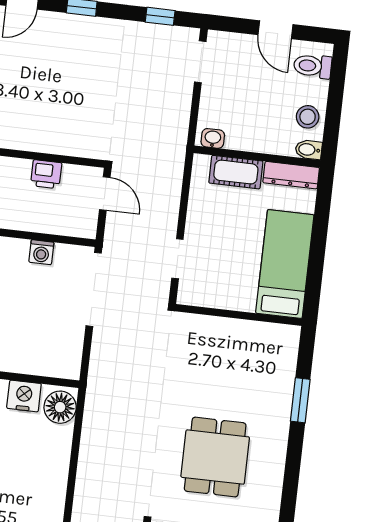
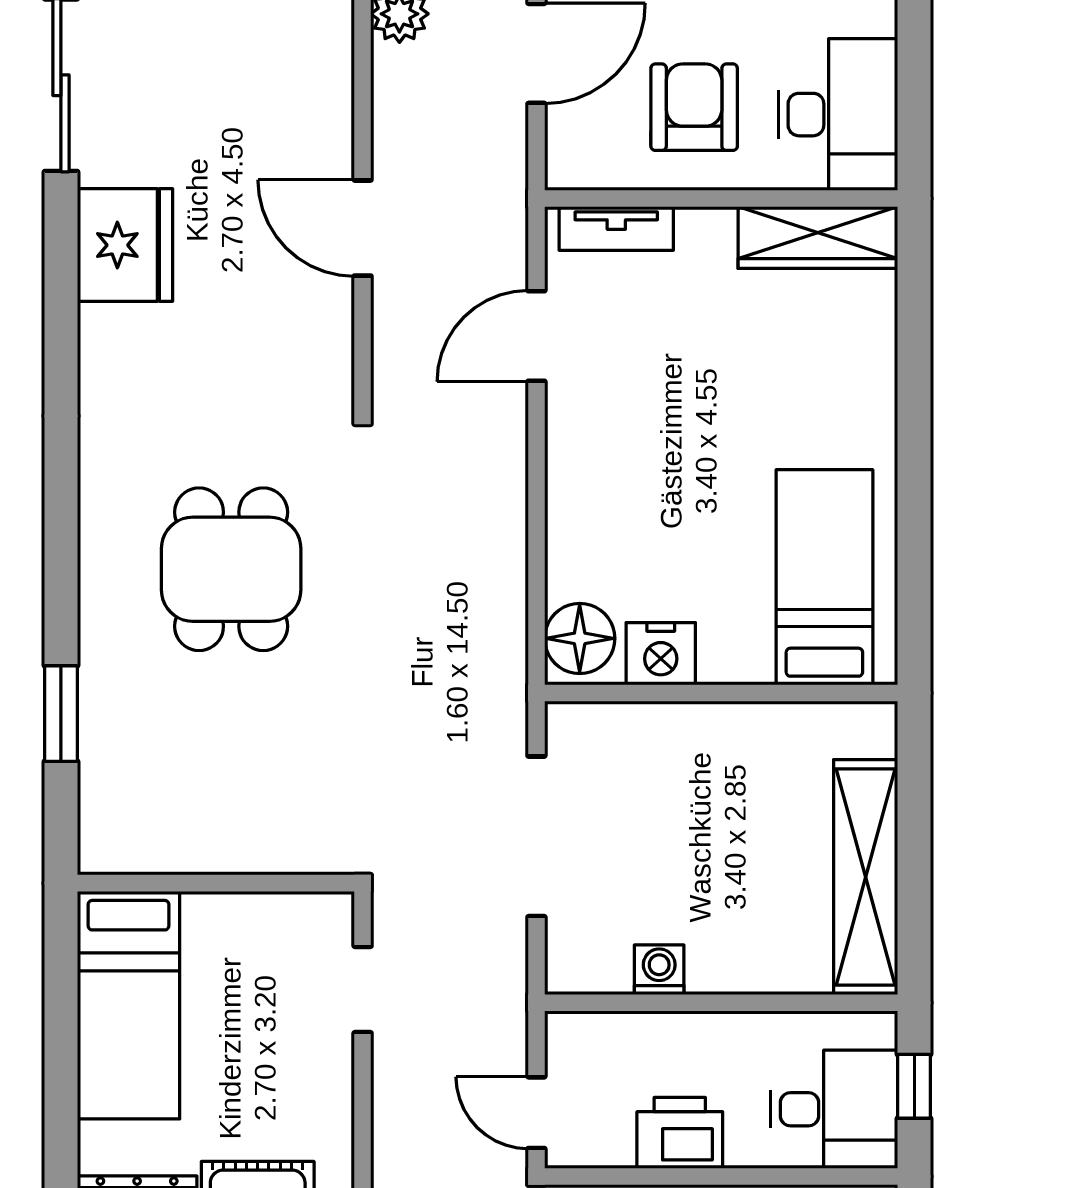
printer: (46, 174) -> (680, 1133), width x1.36, depth x1.24
doorway: (94, 289) -> (536, 836), moved

